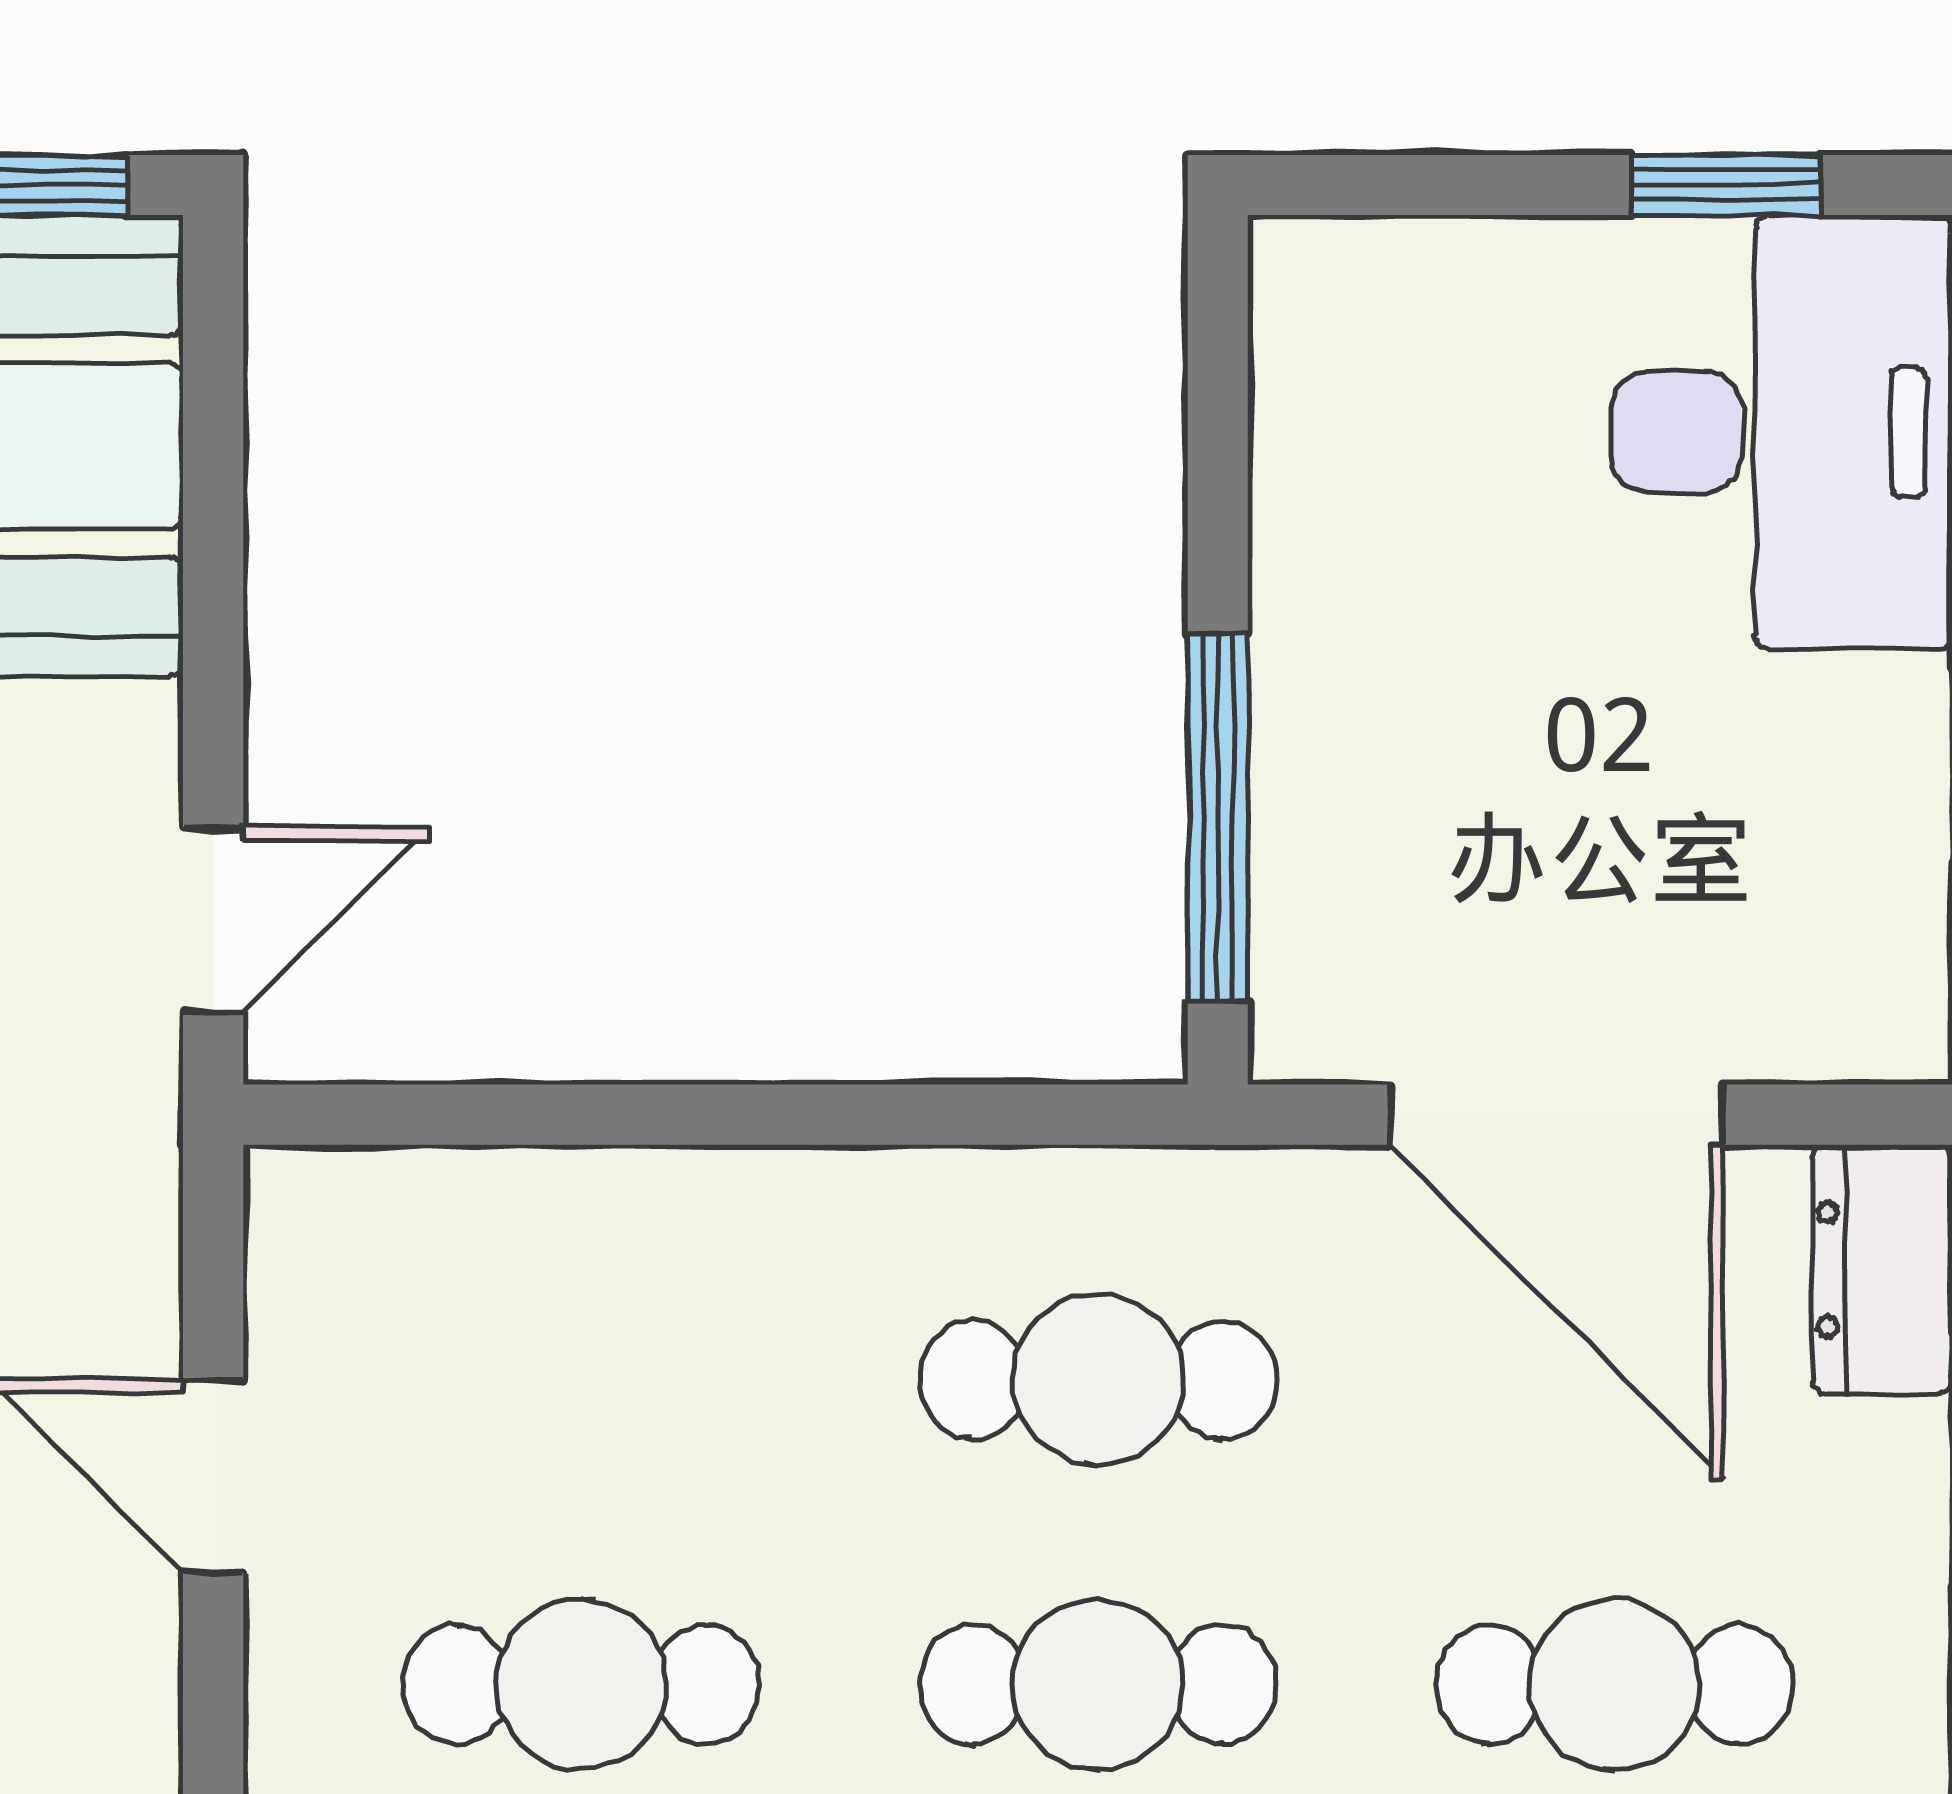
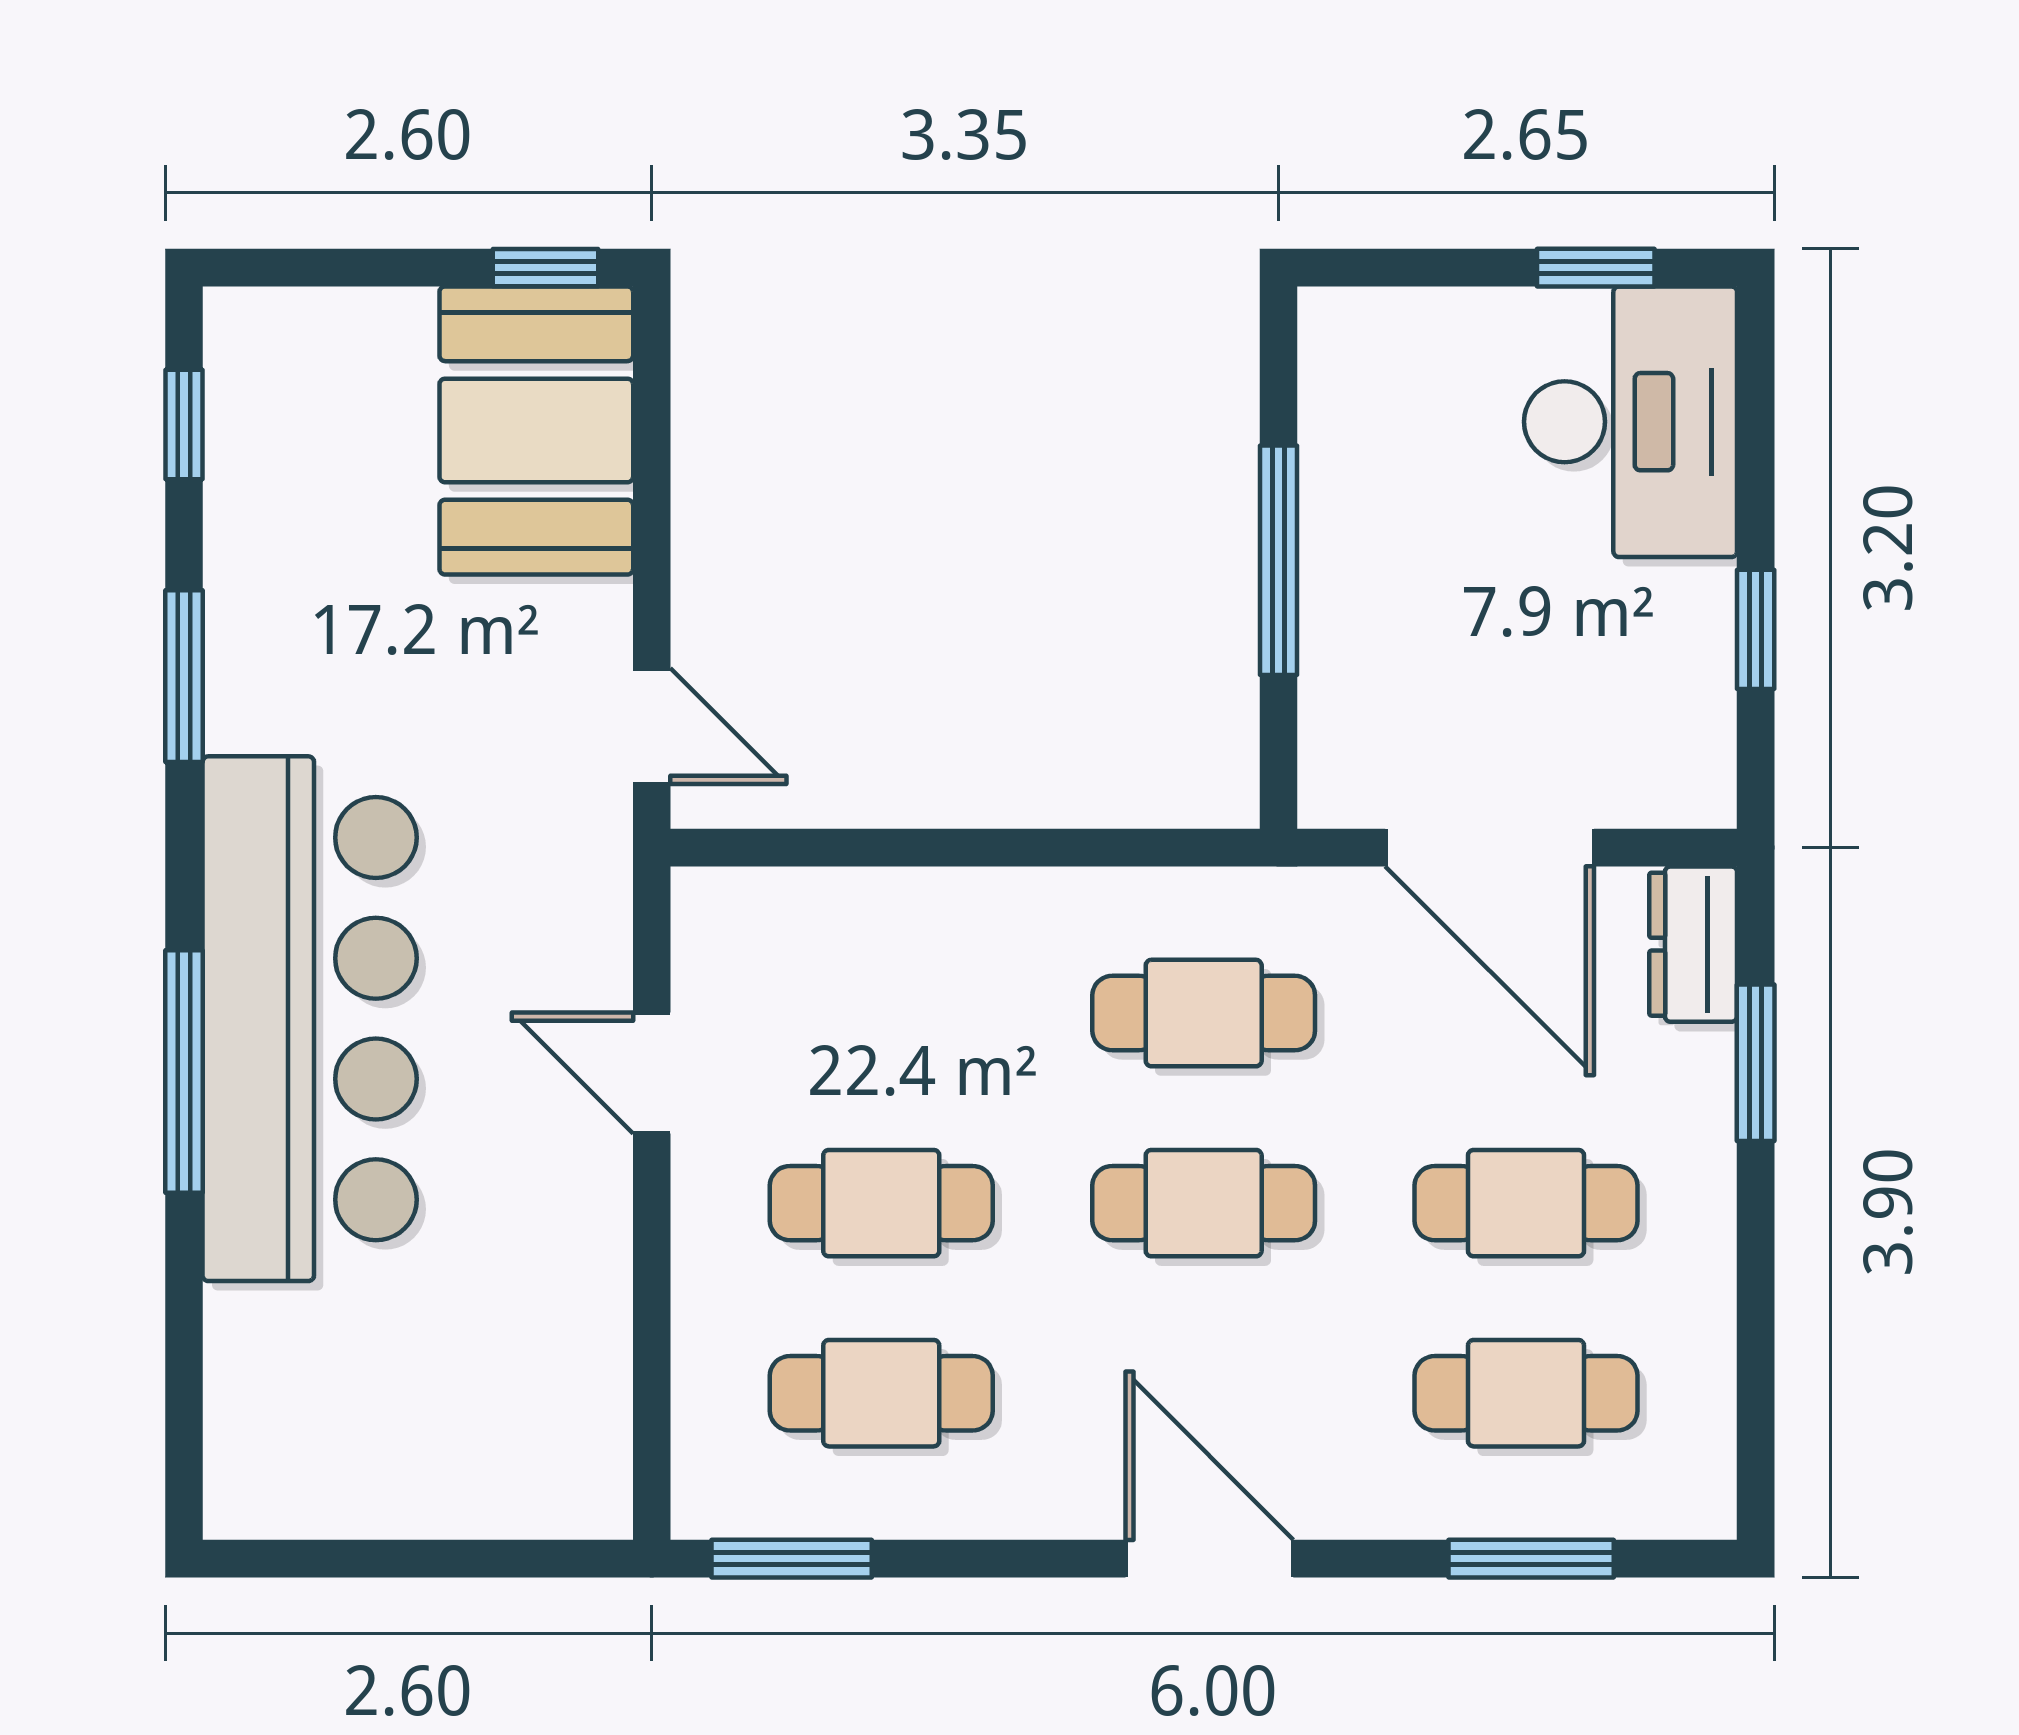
window: (1218, 818) -> (1278, 560), moved
door: (213, 920) -> (652, 726), hinge flipped

